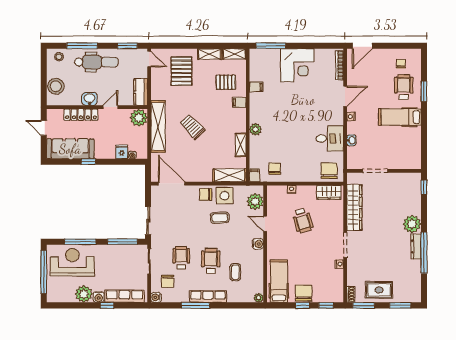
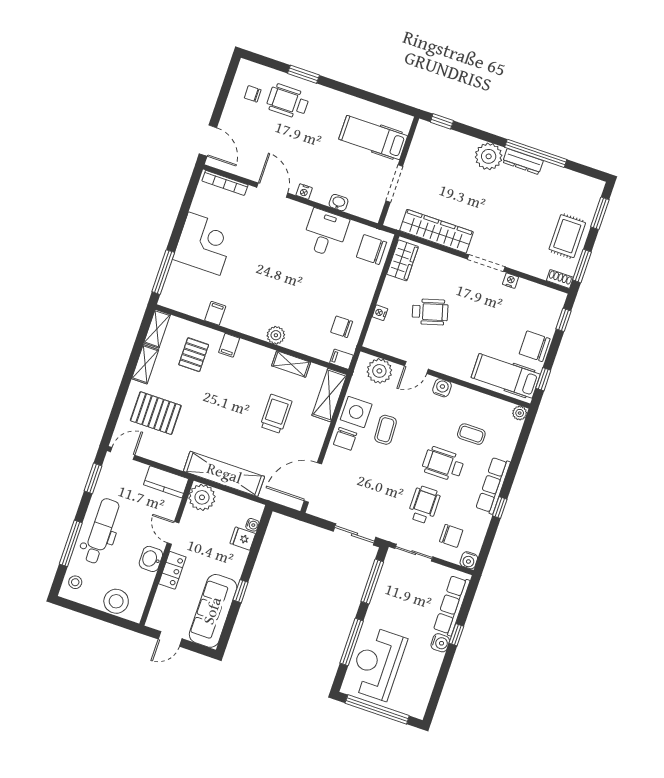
locker: (81, 115) -> (172, 570), width x0.66
hospital bed: (400, 117) -> (373, 138), moved, turned 90
trolley: (192, 127) -> (276, 414), moved, turned 134
wheelchair: (181, 258) -> (424, 505), turned 90
plant: (84, 294) -> (429, 663), removed
window: (196, 305) -> (500, 507), width x0.46
window: (303, 305) -> (543, 379), moved

